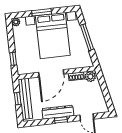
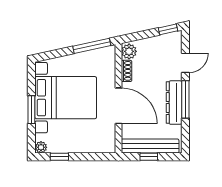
window: (87, 37) -> (92, 46), moved
window: (13, 59) -> (59, 157), moved
window: (109, 102) -> (168, 29), added
window: (61, 120) -> (185, 99), width x2.17

